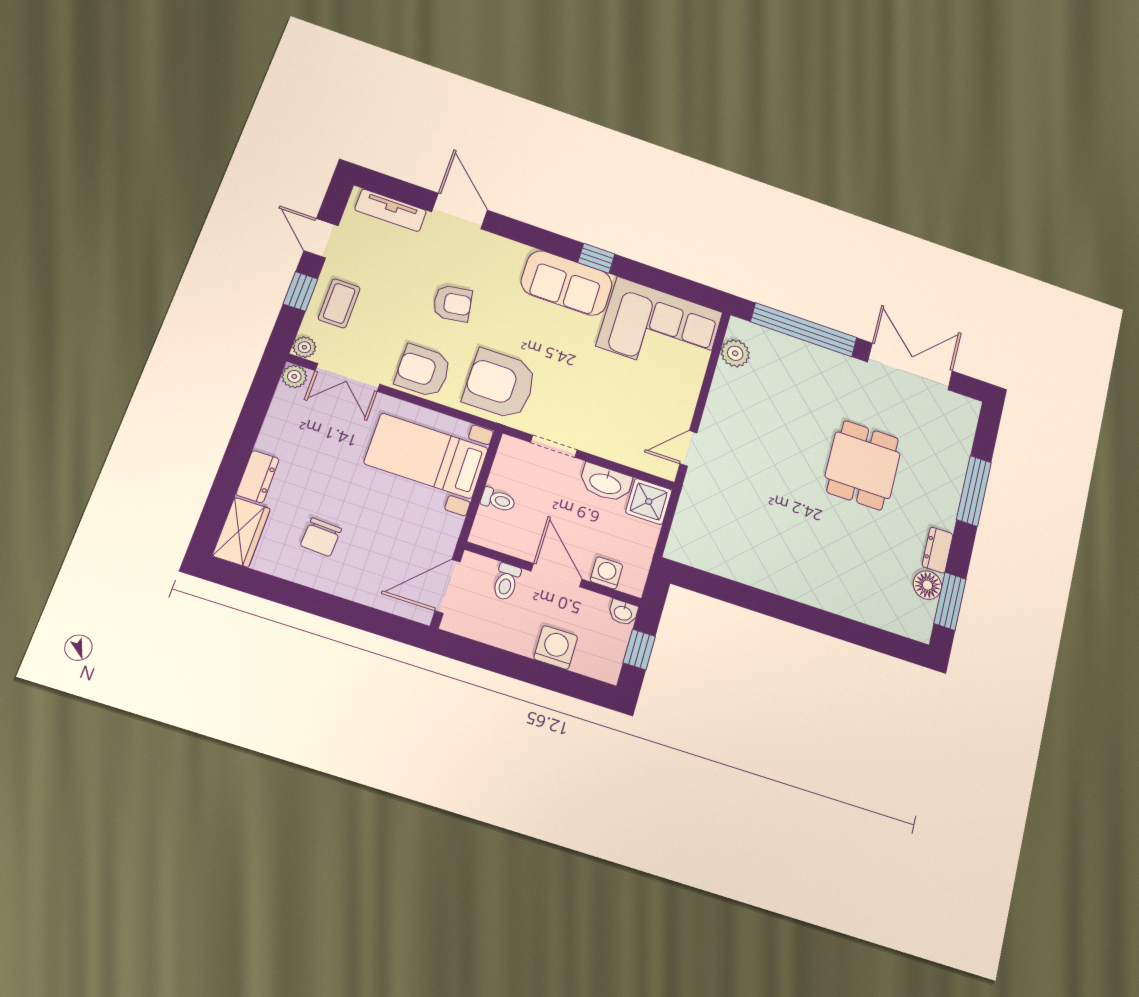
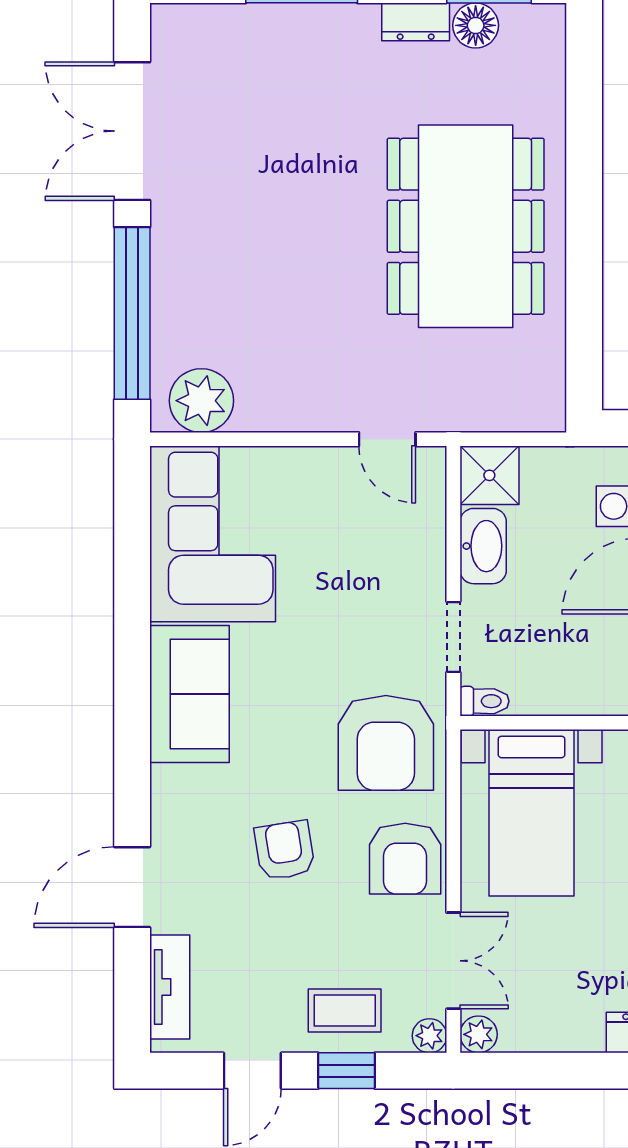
window: (596, 258) -> (132, 662), removed
plant: (735, 353) -> (201, 401), width x1.36, depth x1.36
dining table: (863, 465) -> (466, 226), moved, width x1.88, depth x1.24
toilet: (498, 500) -> (484, 701), moved, turned 90

